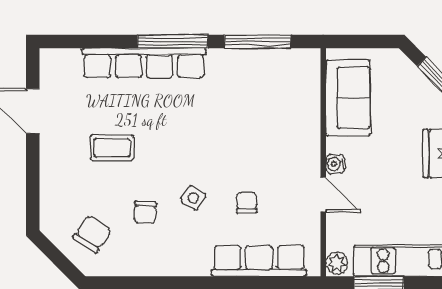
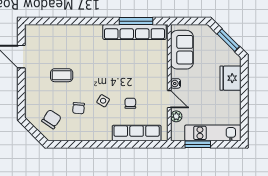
window: (173, 42) -> (93, 21), removed
row of seats: (144, 63) -> (135, 32), moved
plant: (337, 263) -> (176, 116), moved

